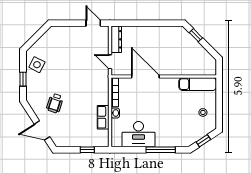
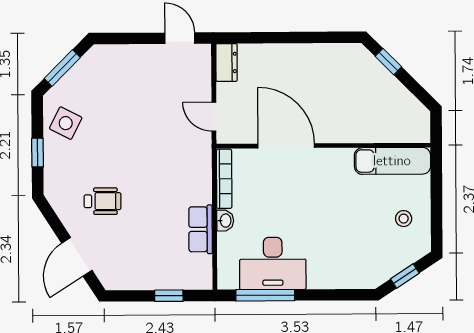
window: (35, 38) -> (62, 68), added
dresser: (116, 39) -> (227, 63), width x0.70
wheelchair: (55, 103) -> (103, 201), turned -108
door: (42, 130) -> (77, 257), hinge flipped
window: (161, 150) -> (265, 295), moved

